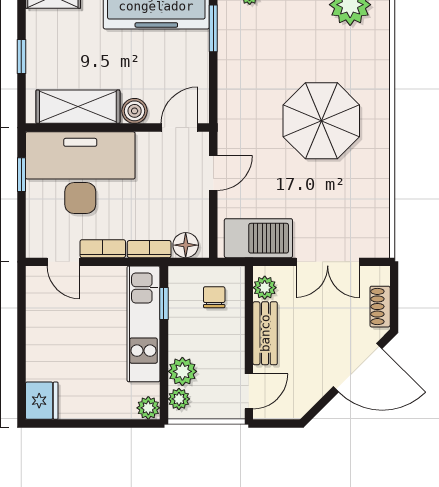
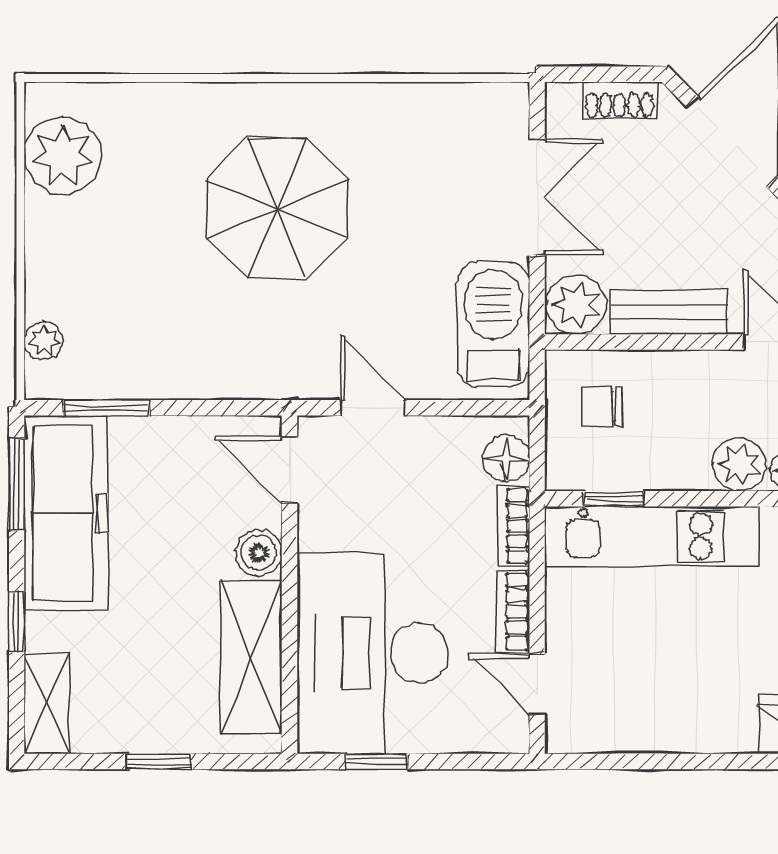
door: (63, 262) -> (537, 684), swing flipped
plant: (265, 288) -> (577, 305), width x1.38, depth x1.38

